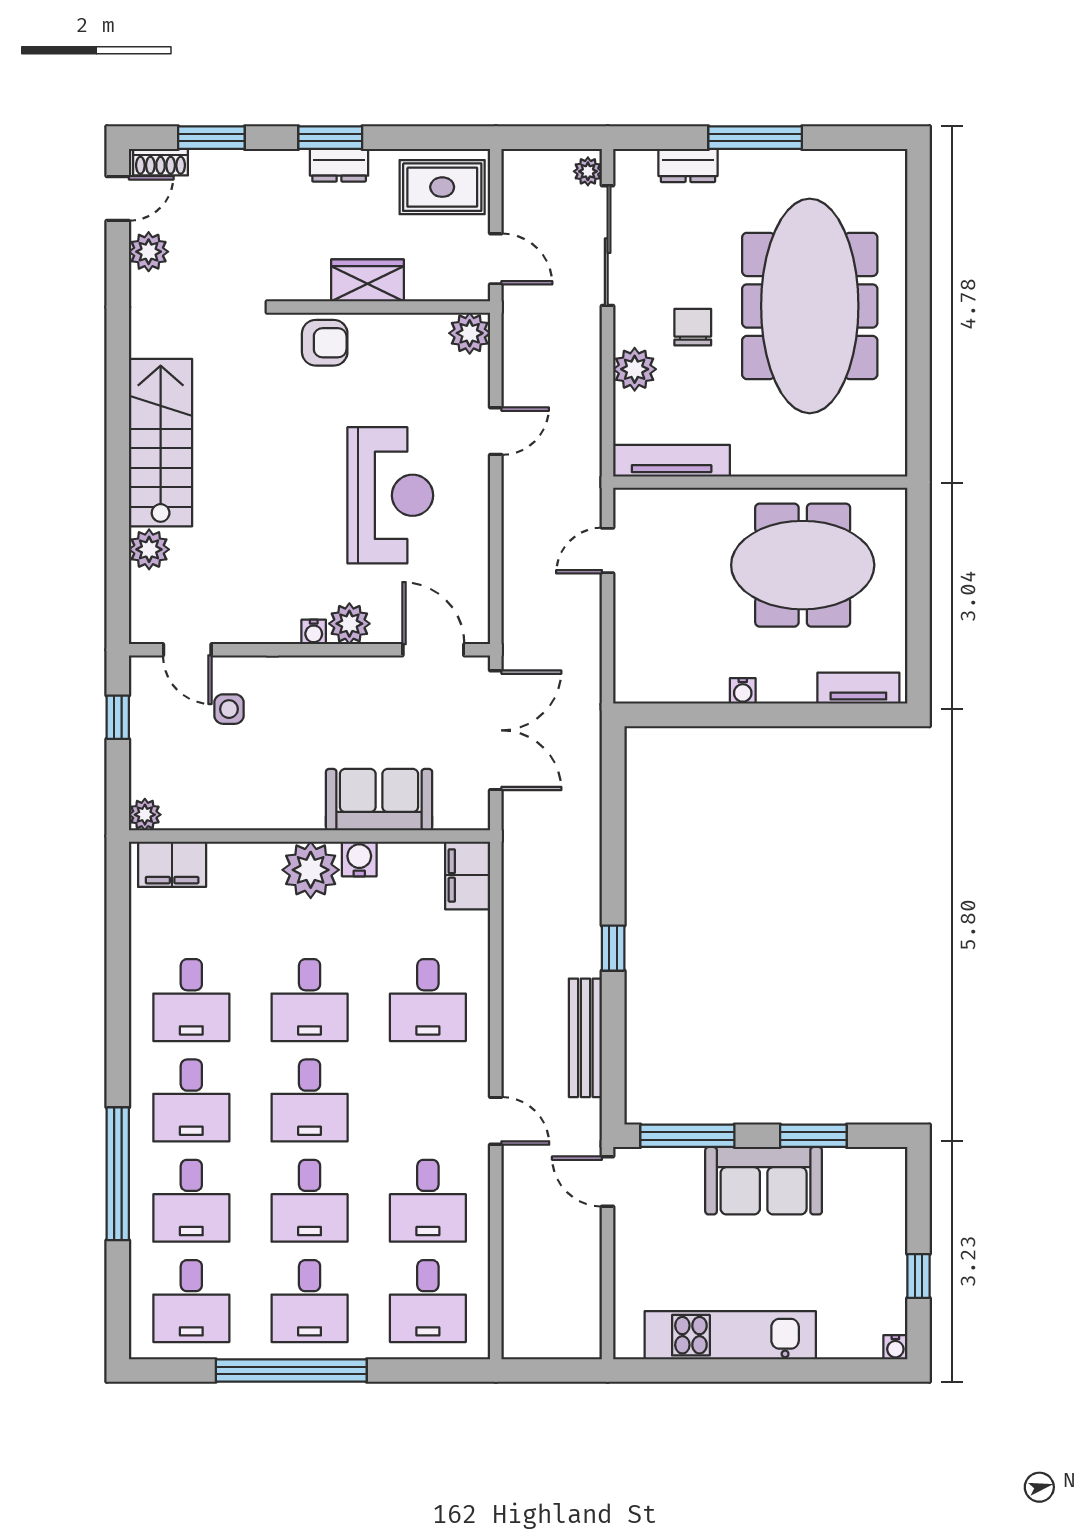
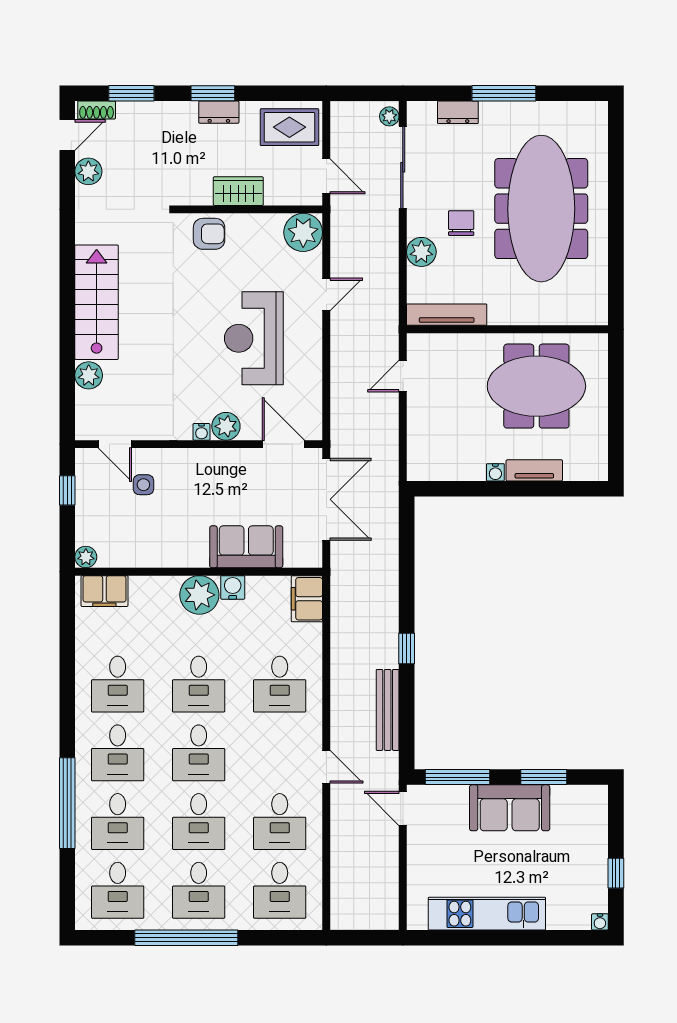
plant: (470, 333) -> (303, 232), width x1.36, depth x1.36
reception desk: (390, 495) -> (254, 338), turned 180
tv unit: (858, 688) -> (534, 470), moved

